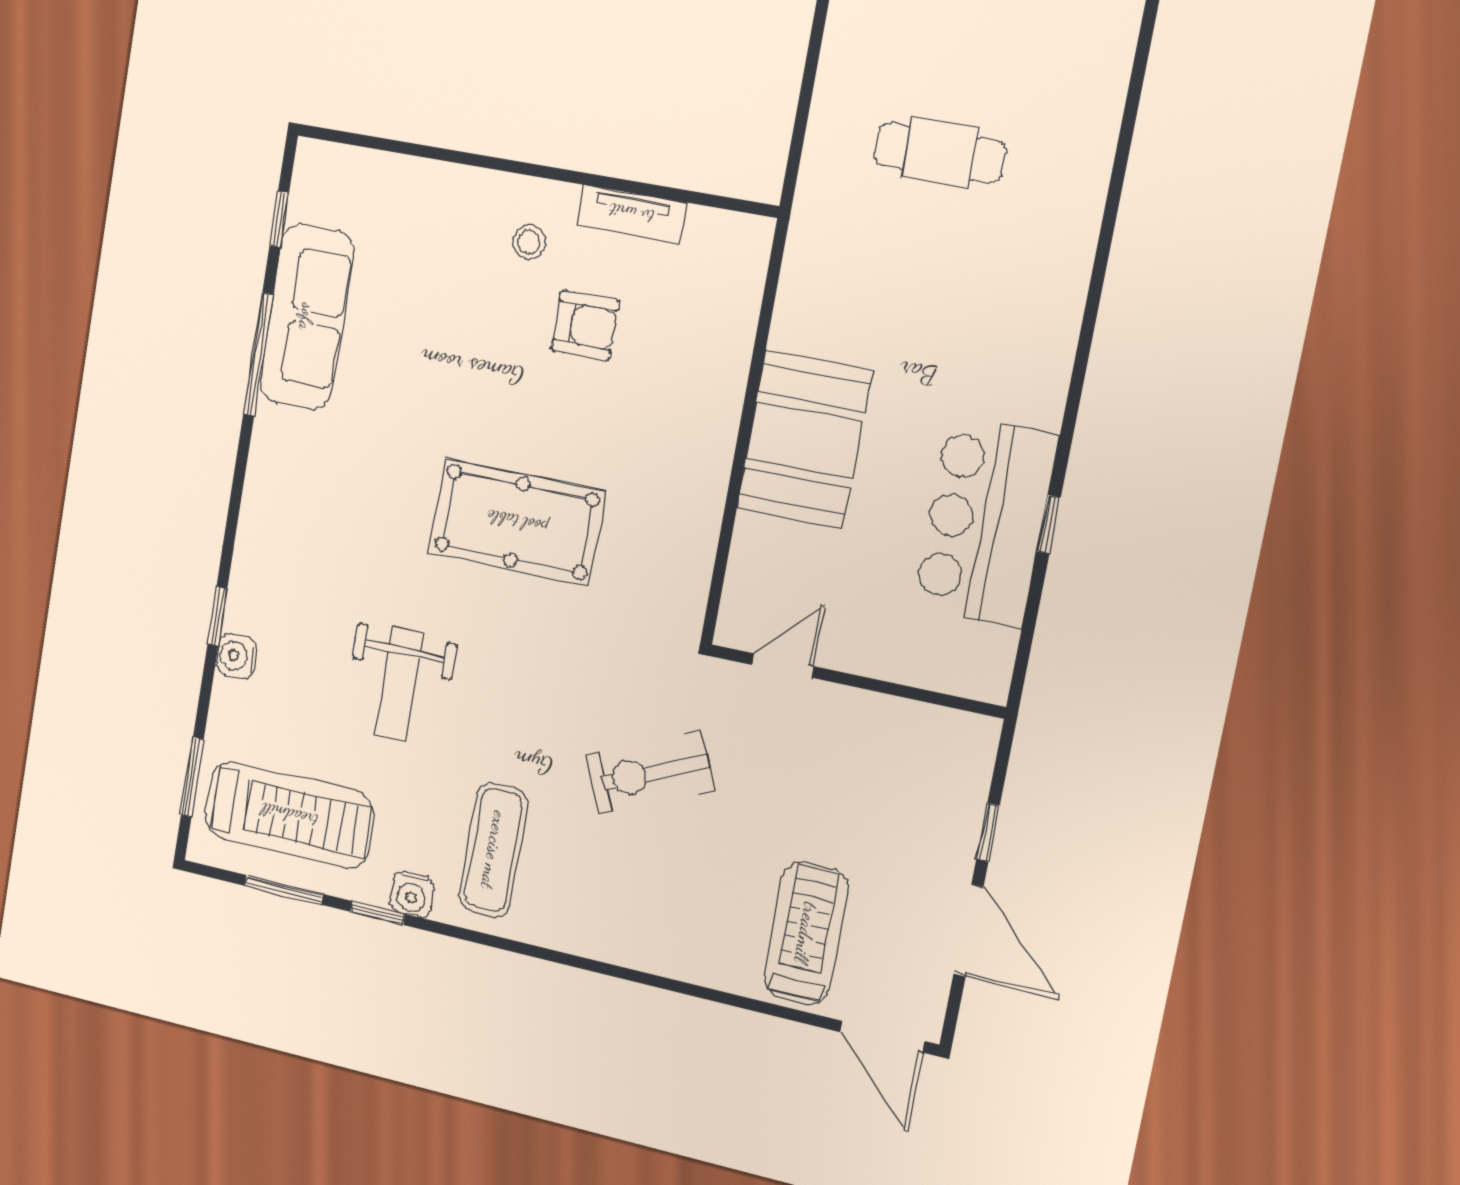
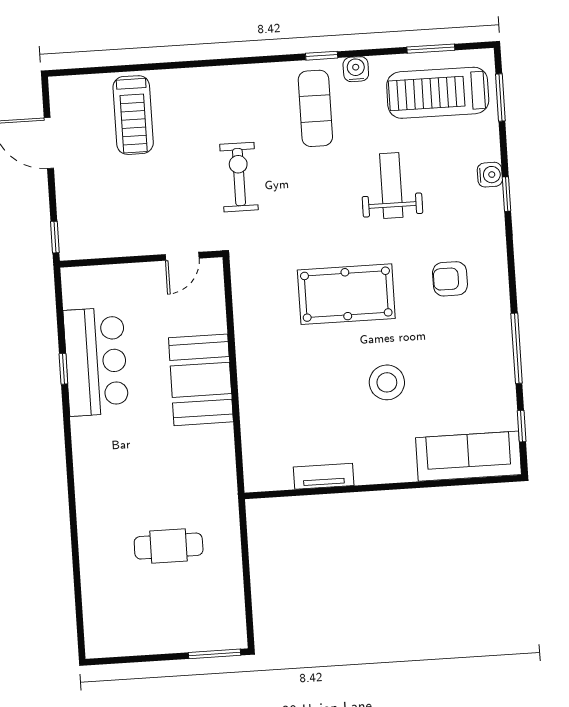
stool: (529, 242) -> (387, 382), moved, width x1.89, depth x1.89
sofa: (307, 317) -> (469, 456), moved, turned 90
armchair: (585, 325) -> (450, 279), moved
exercise bike: (650, 773) -> (239, 177), turned -66
window: (988, 832) -> (55, 237), moved
window: (378, 913) -> (322, 56), moved
door: (882, 1037) -> (79, 71), removed

